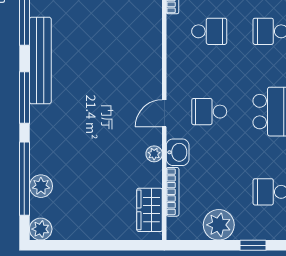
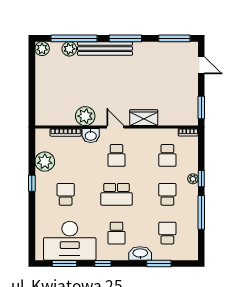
bench: (40, 60) -> (105, 48), moved
school desk: (209, 112) -> (117, 155), turned 180
plant: (154, 154) -> (85, 116), width x1.88, depth x1.88
wardrobe: (150, 210) -> (144, 118), moved

